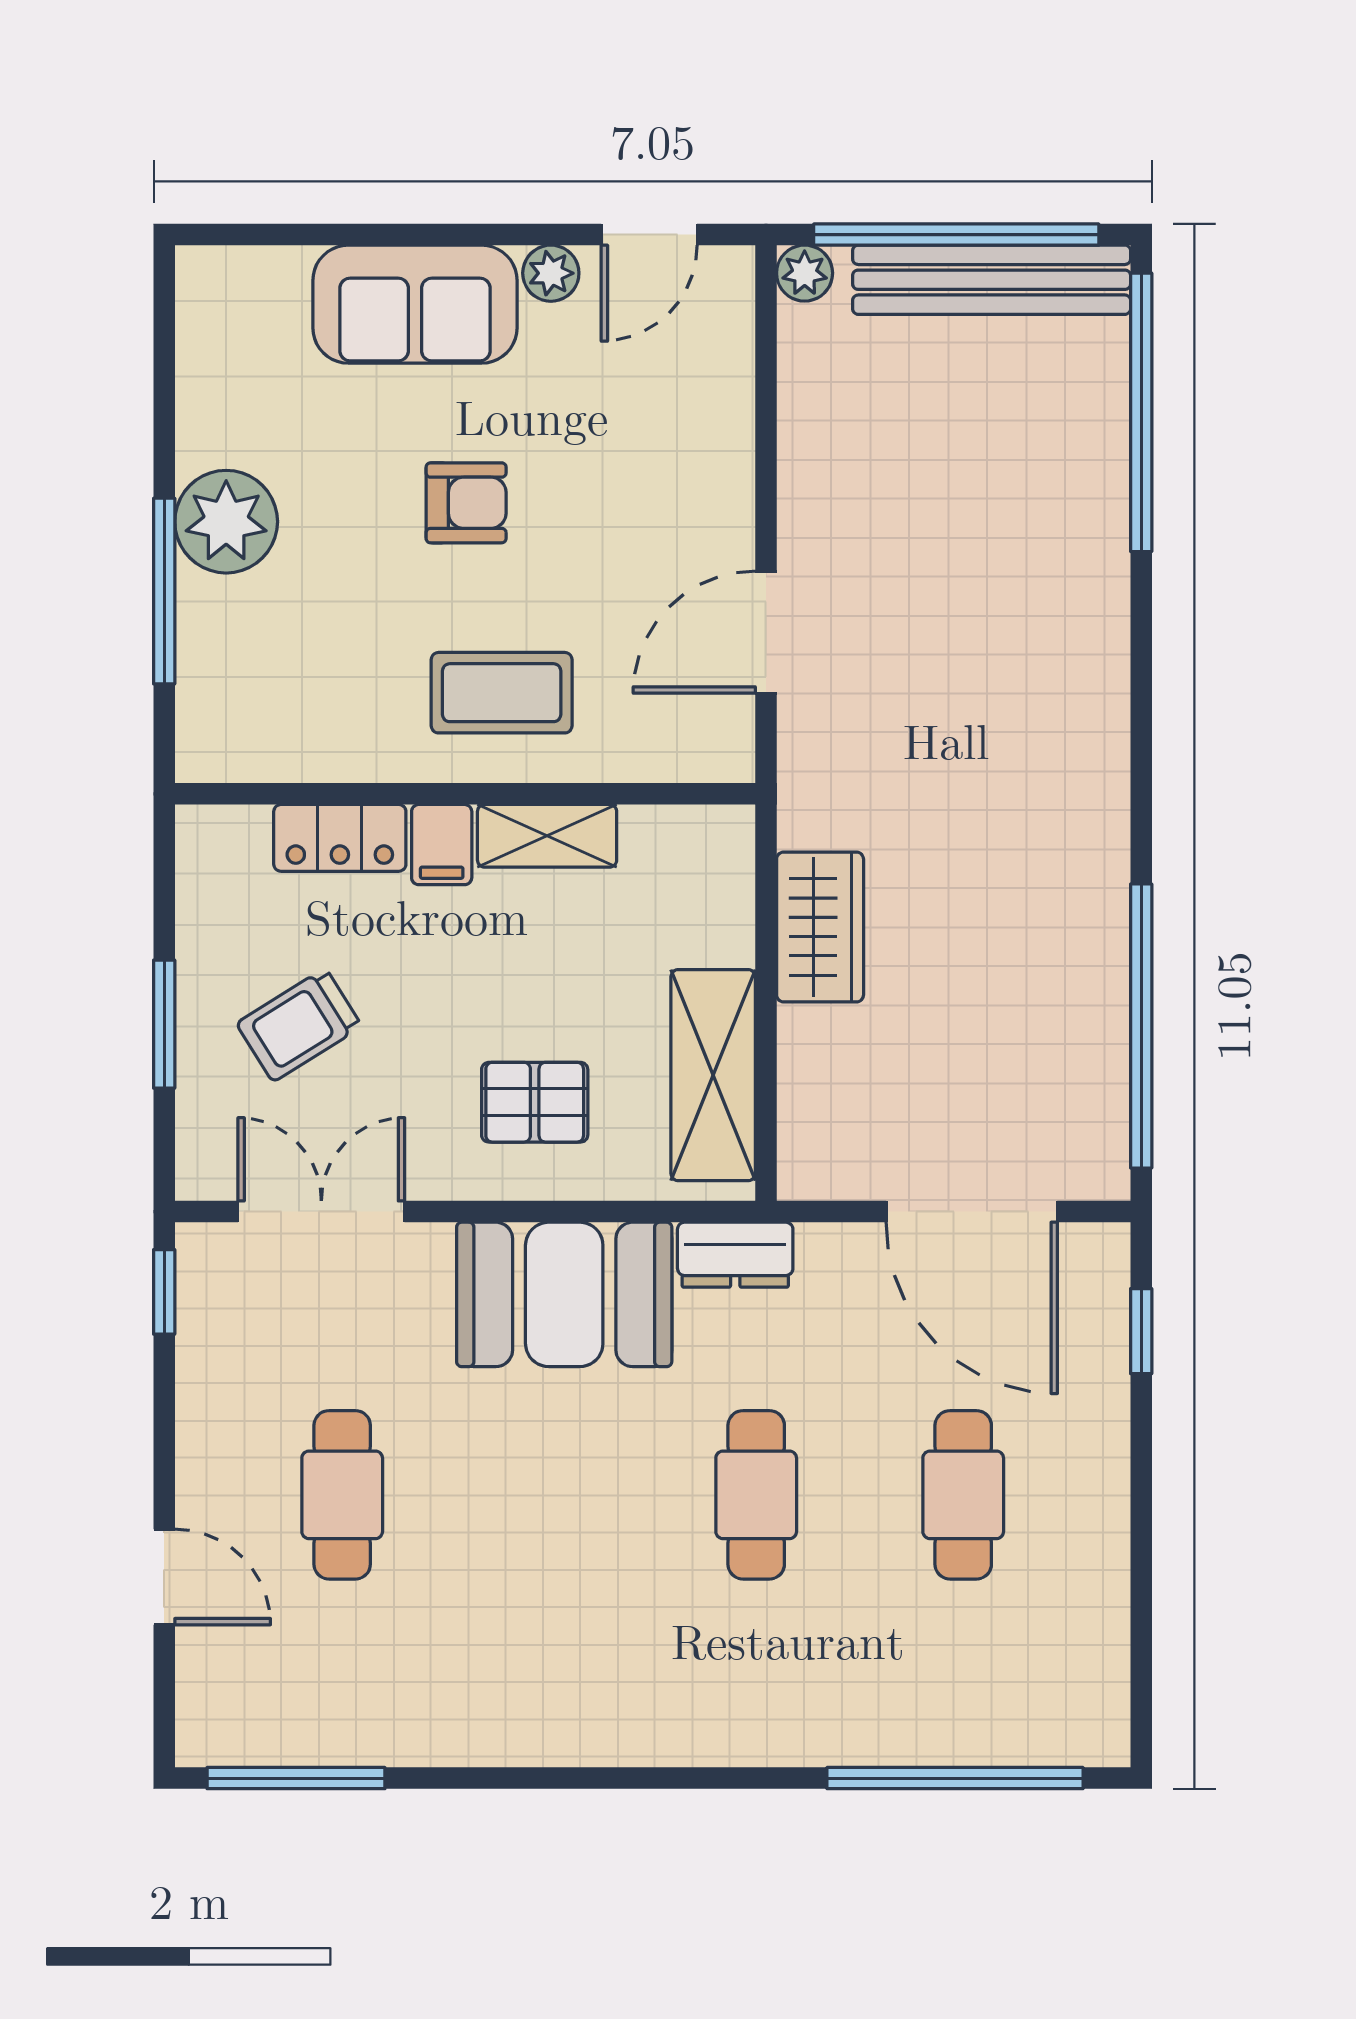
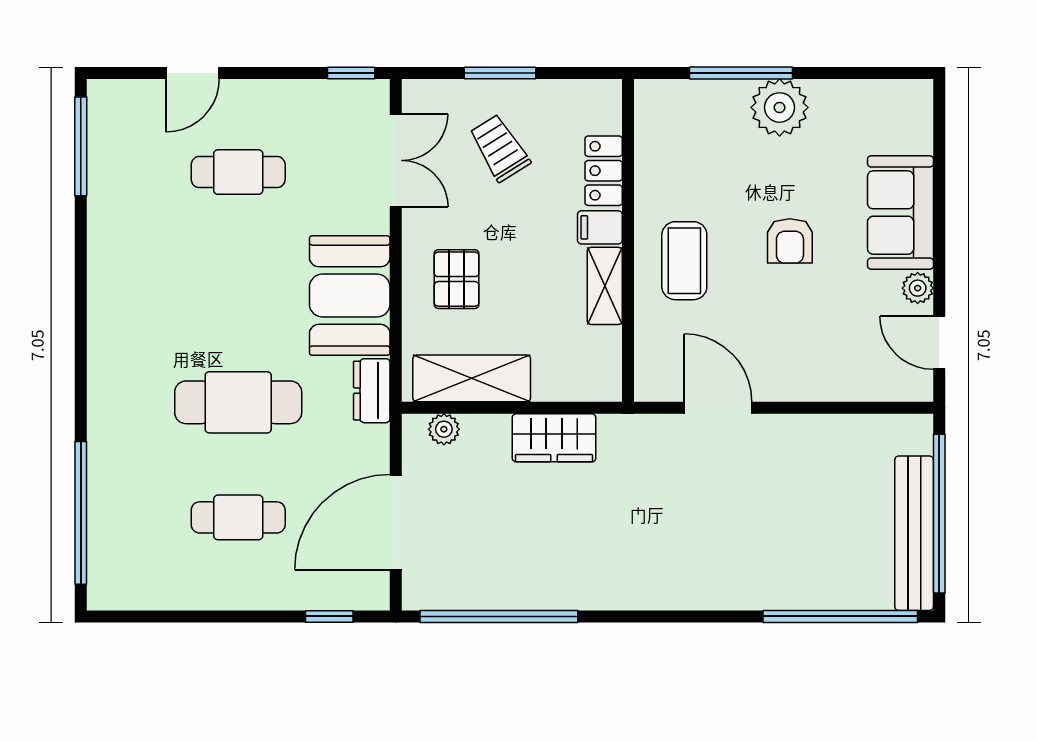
plant: (805, 273) -> (444, 429), moved
cafe table: (756, 1495) -> (238, 402), width x1.37, depth x1.35

